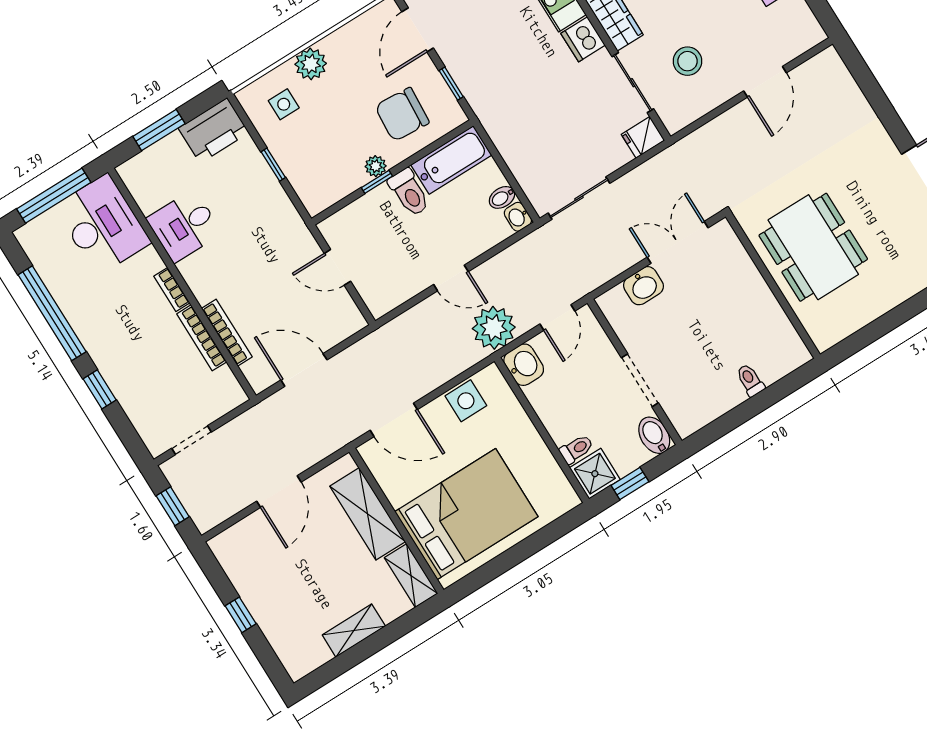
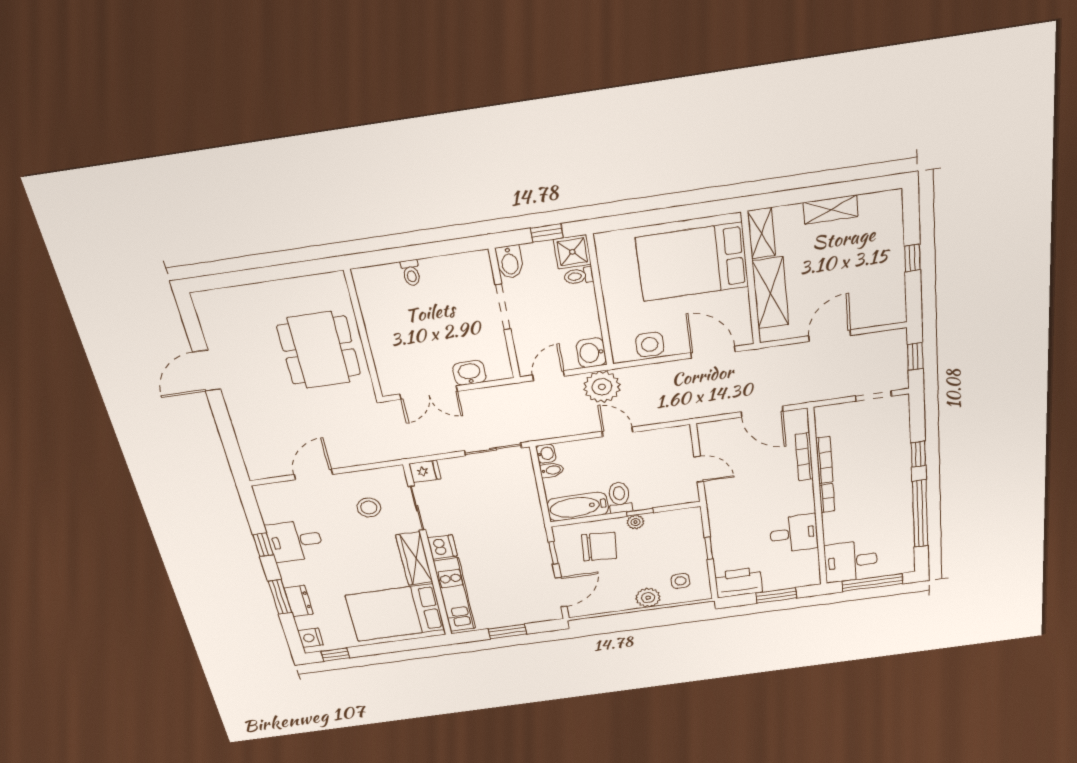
desk: (102, 225) -> (851, 561), width x0.73

